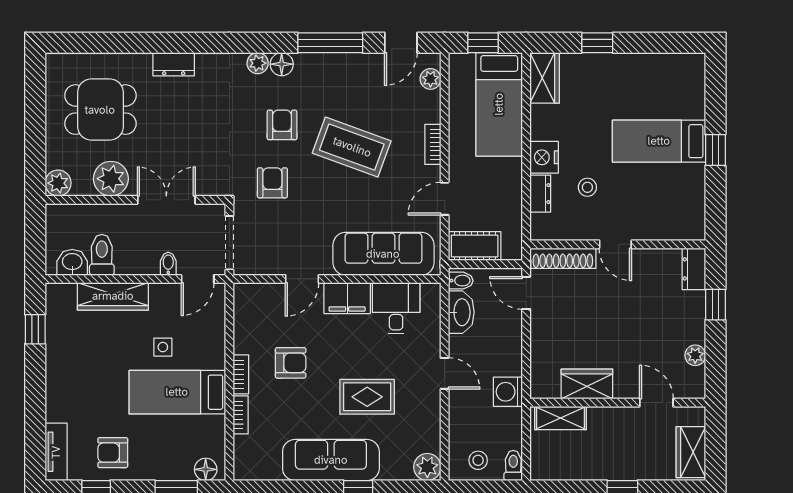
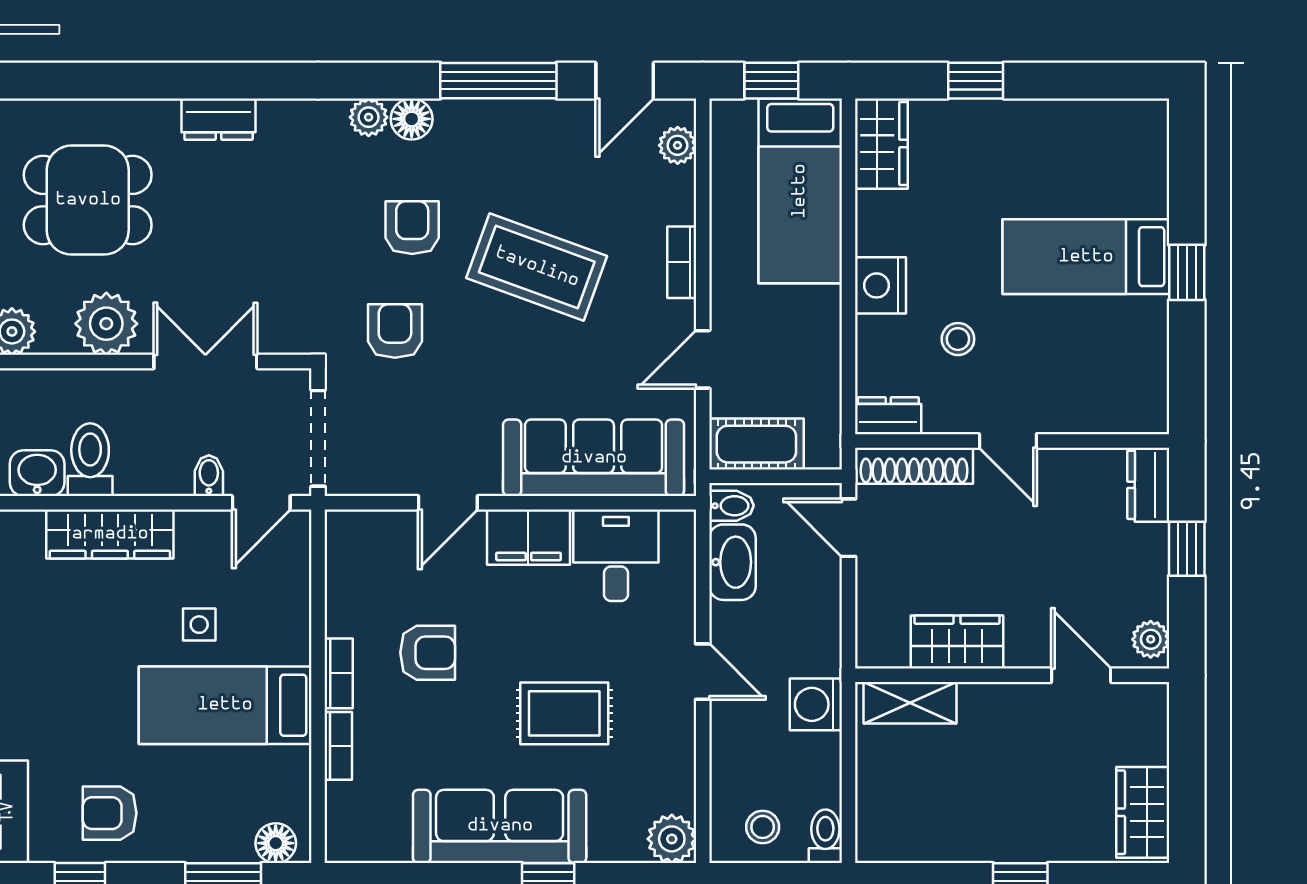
dresser: (540, 194) -> (888, 416), moved, turned -90
wardrobe: (587, 384) -> (957, 642), moved
wall: (618, 403) -> (1012, 675), moved
door: (656, 403) -> (1081, 675), moved
shelving: (561, 418) -> (910, 703), moved

